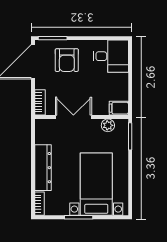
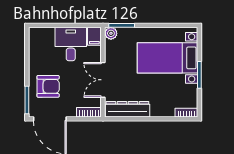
desk: (111, 56) -> (71, 44), moved
plant: (108, 125) -> (111, 33), moved
dresser: (43, 168) -> (127, 109), moved

